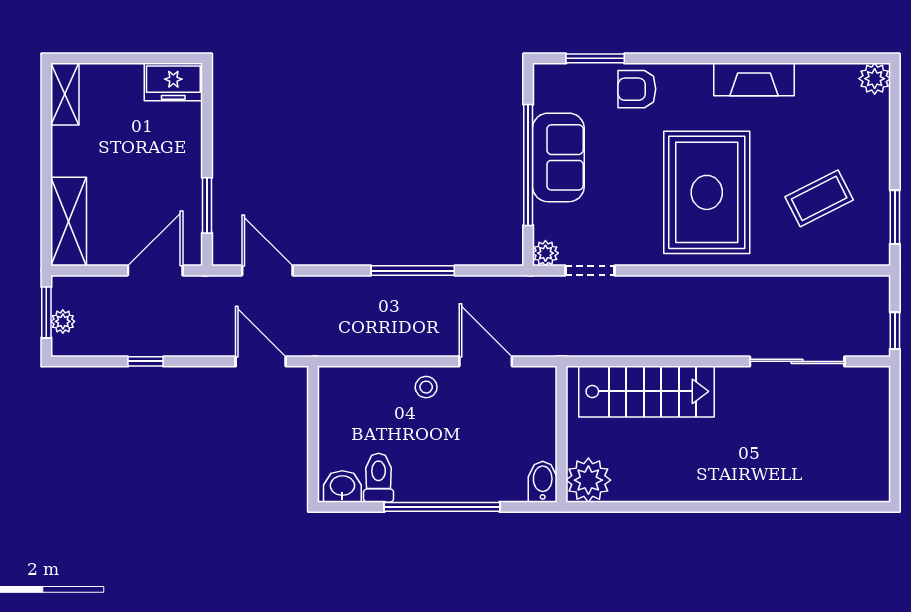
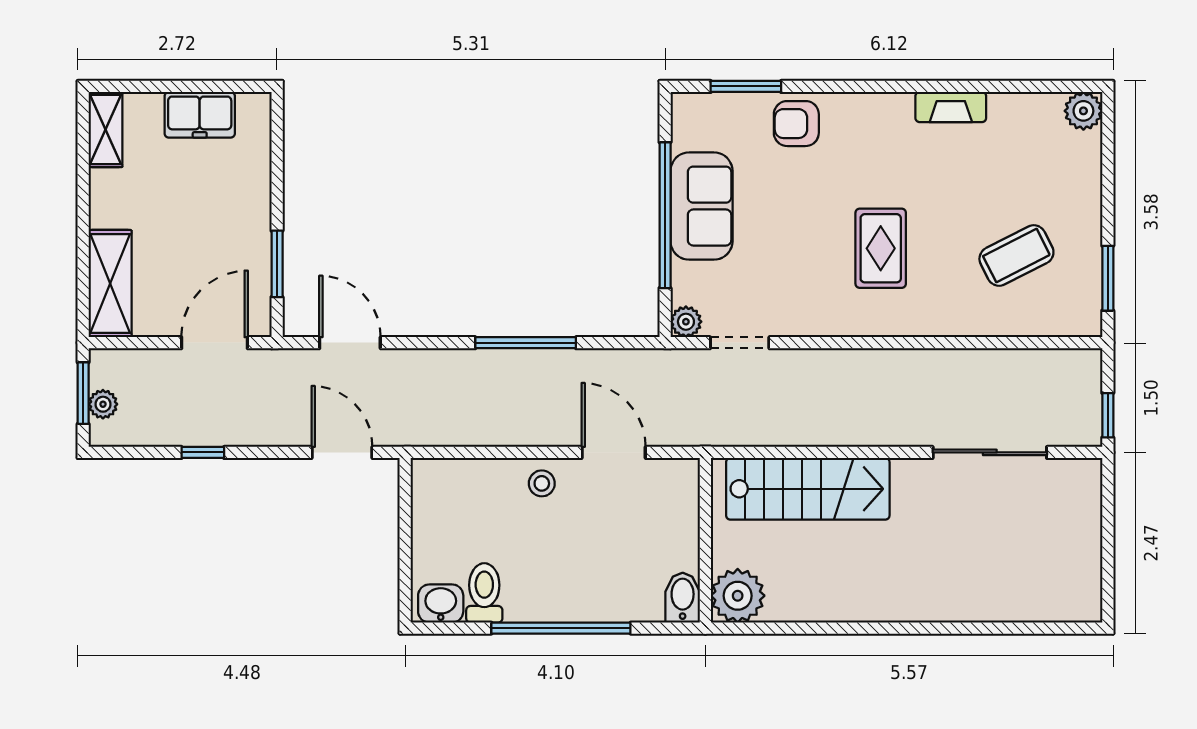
fireplace: (754, 79) -> (951, 107), width x0.73, depth x0.76
freezer: (173, 82) -> (200, 115), moved
rug: (707, 192) -> (881, 248), width x0.54, depth x0.49

